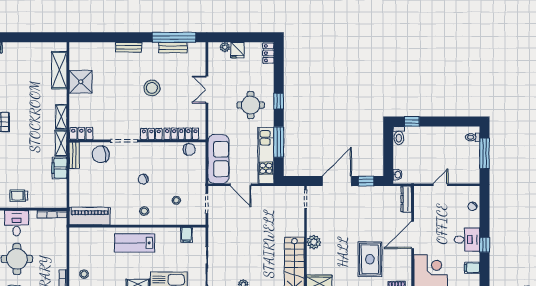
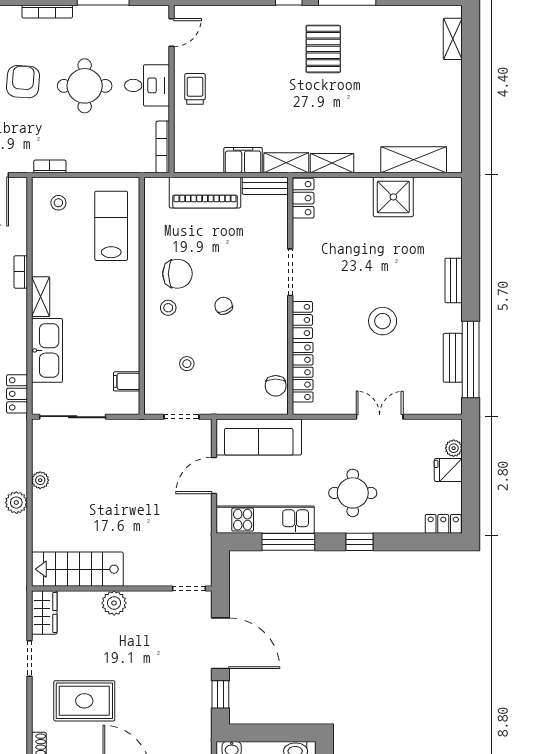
chair: (101, 154) -> (177, 274), moved, turned 99
piano: (90, 216) -> (205, 193), moved, turned 90
lab bench: (134, 243) -> (111, 226), moved

